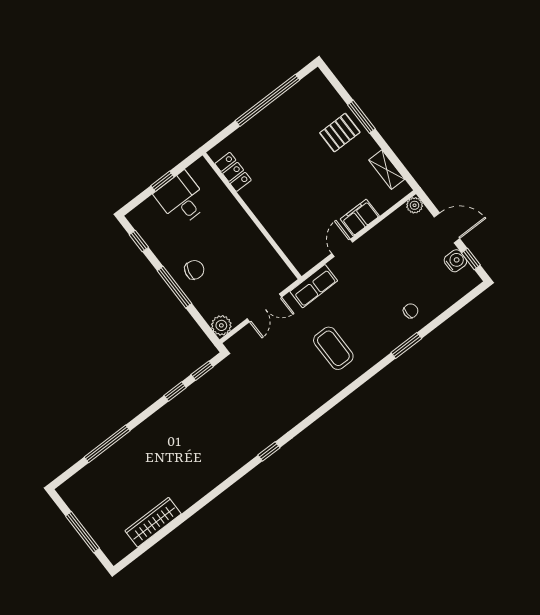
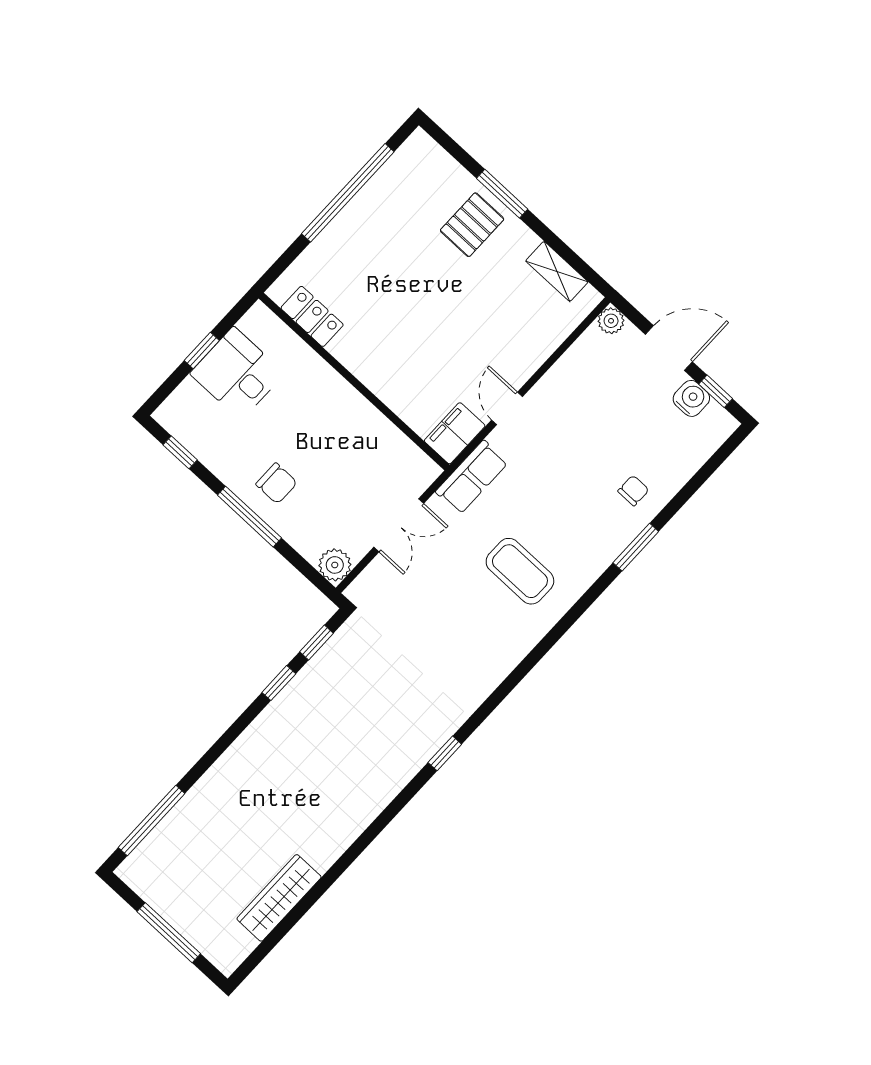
filing cabinet: (360, 218) -> (455, 433), moved
chair: (194, 270) -> (277, 483), turned 77
window: (107, 444) -> (152, 821), moved

